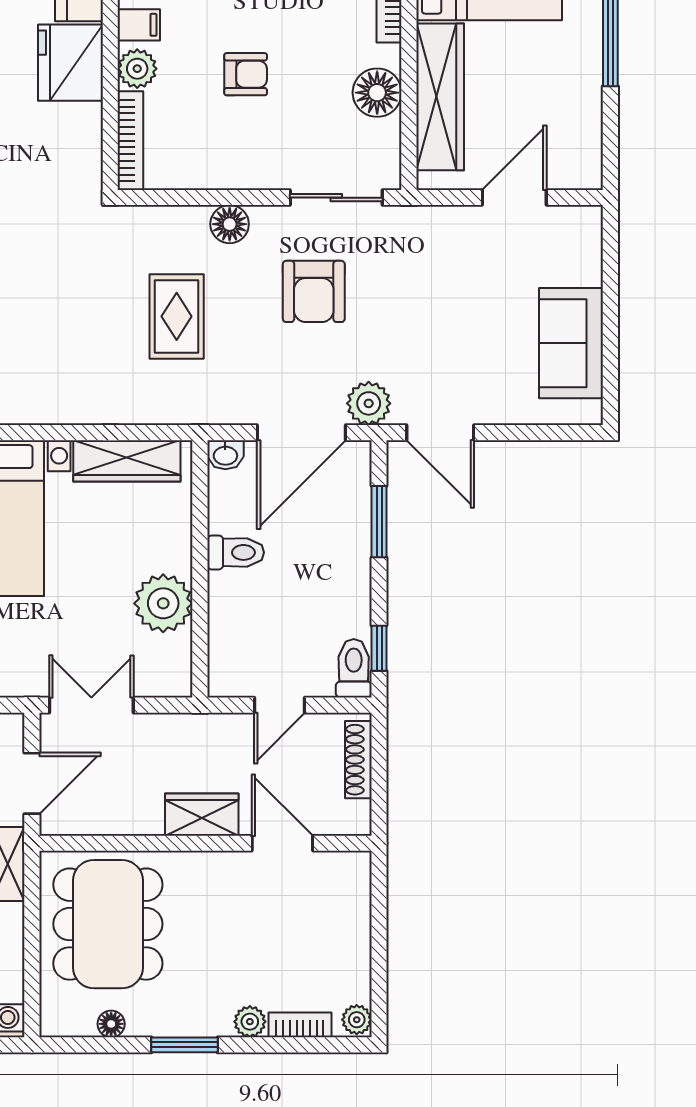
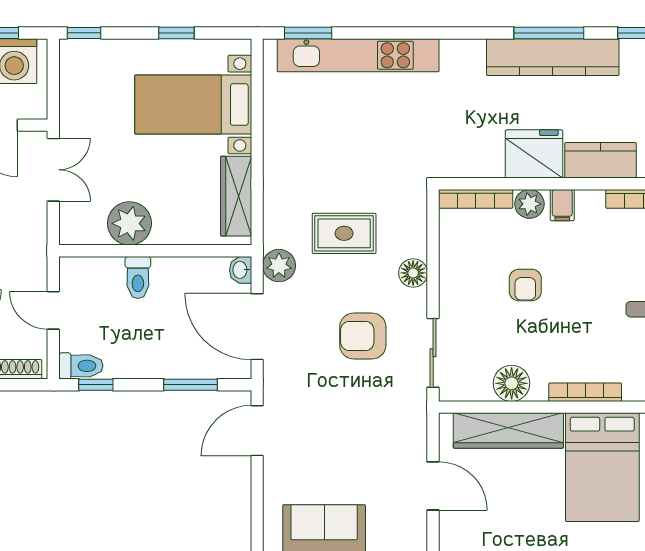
plant: (369, 403) -> (279, 266), moved
toilet: (236, 552) -> (138, 277), moved

